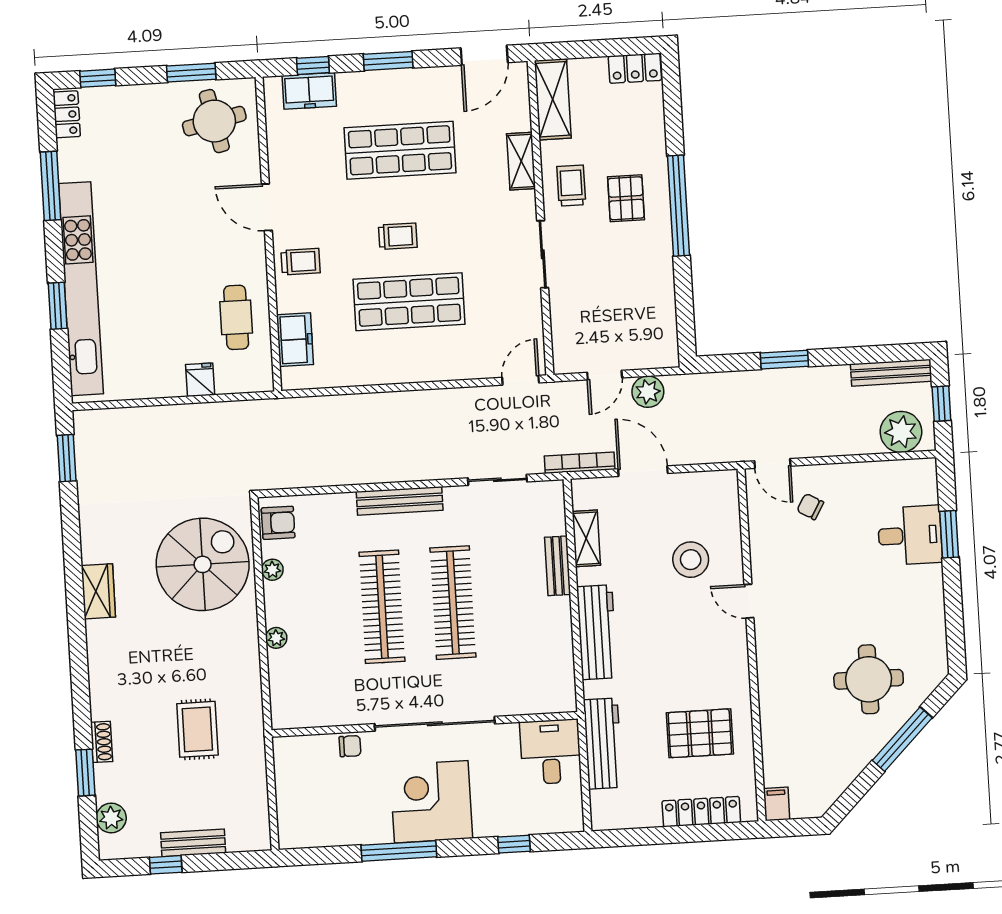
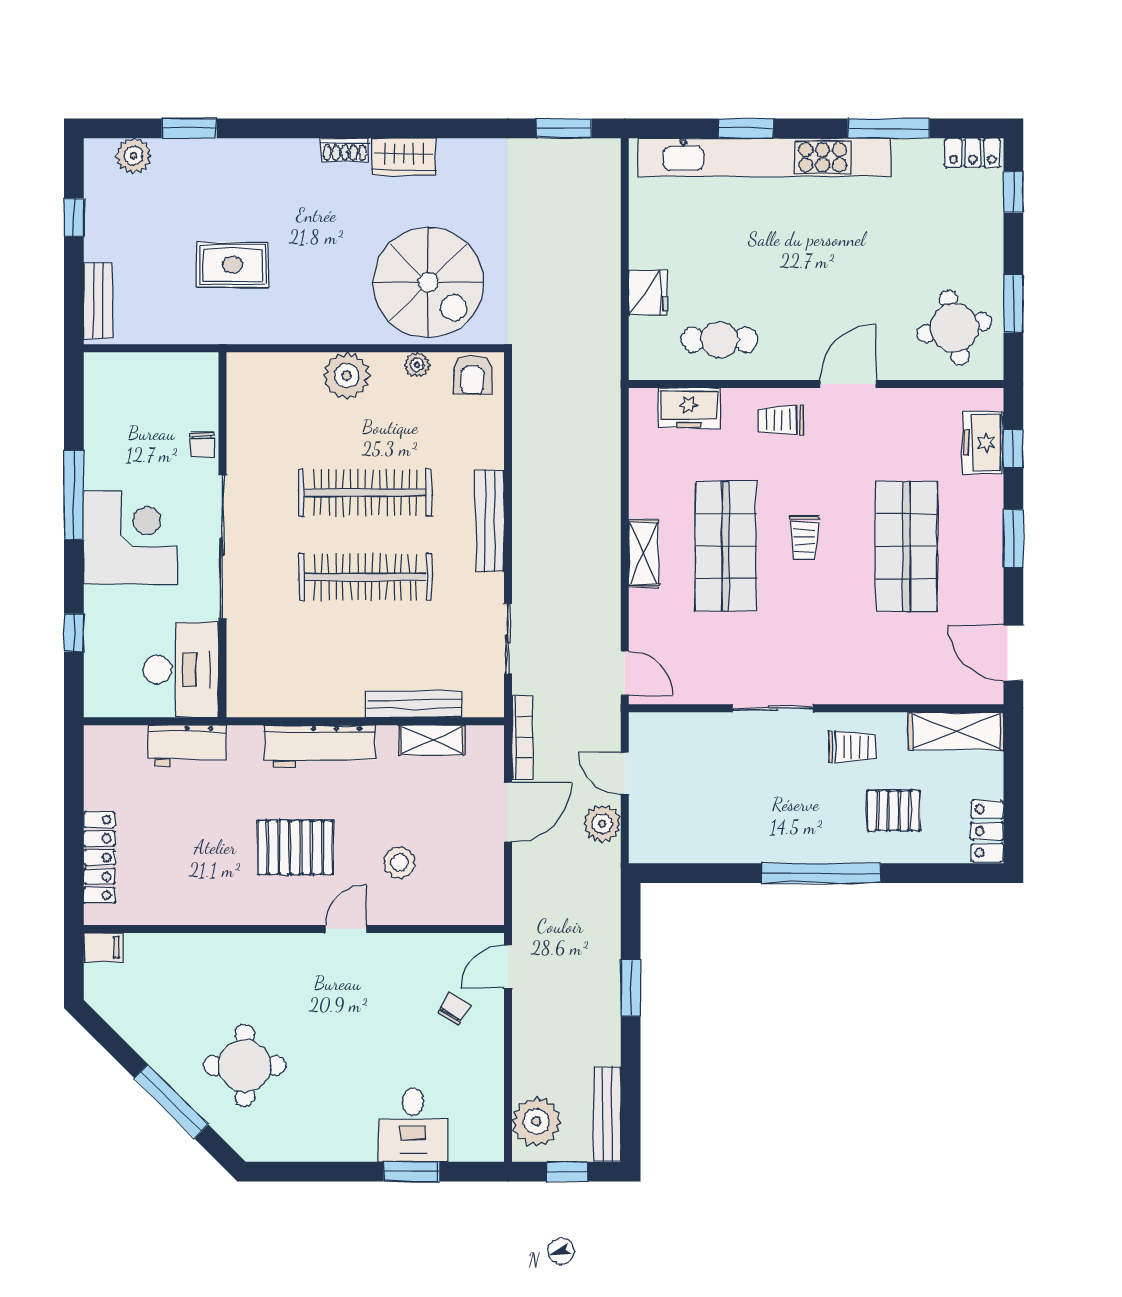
shelving: (521, 161) -> (644, 553), moved, turned 90
pallet: (626, 198) -> (894, 811), moved
trolley: (301, 262) -> (781, 420), turned 90
fridge: (200, 380) -> (648, 292), width x1.38
stool: (691, 560) -> (399, 863), width x0.73, depth x0.73
bench: (558, 566) -> (414, 704), width x1.36
plant: (276, 638) -> (347, 376), width x1.88, depth x1.88
pallet: (700, 733) -> (295, 847), moved, turned 90
shoe rack: (102, 742) -> (345, 150), moved
workbench: (603, 743) -> (187, 745), width x0.73
desk: (551, 752) -> (181, 670), width x1.37
bench: (193, 843) -> (98, 301), moved

